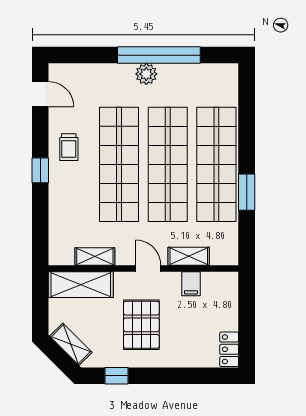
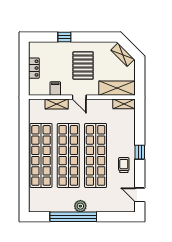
window: (247, 192) -> (24, 140), removed
shelving: (95, 257) -> (124, 104), moved
locker: (229, 349) -> (34, 68), moved
window: (117, 376) -> (64, 37), moved

